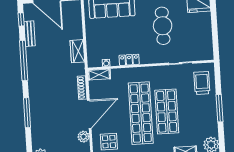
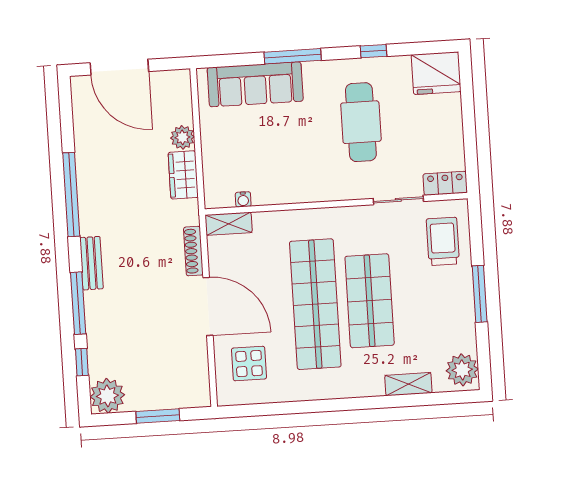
window: (21, 19) -> (82, 362), moved
bench: (30, 34) -> (91, 263), moved
locker: (129, 60) -> (445, 183), moved
door: (89, 114) -> (208, 306), hinge flipped
plant: (84, 137) -> (182, 137), moved

